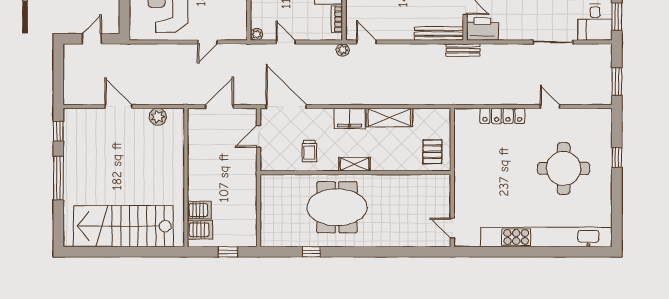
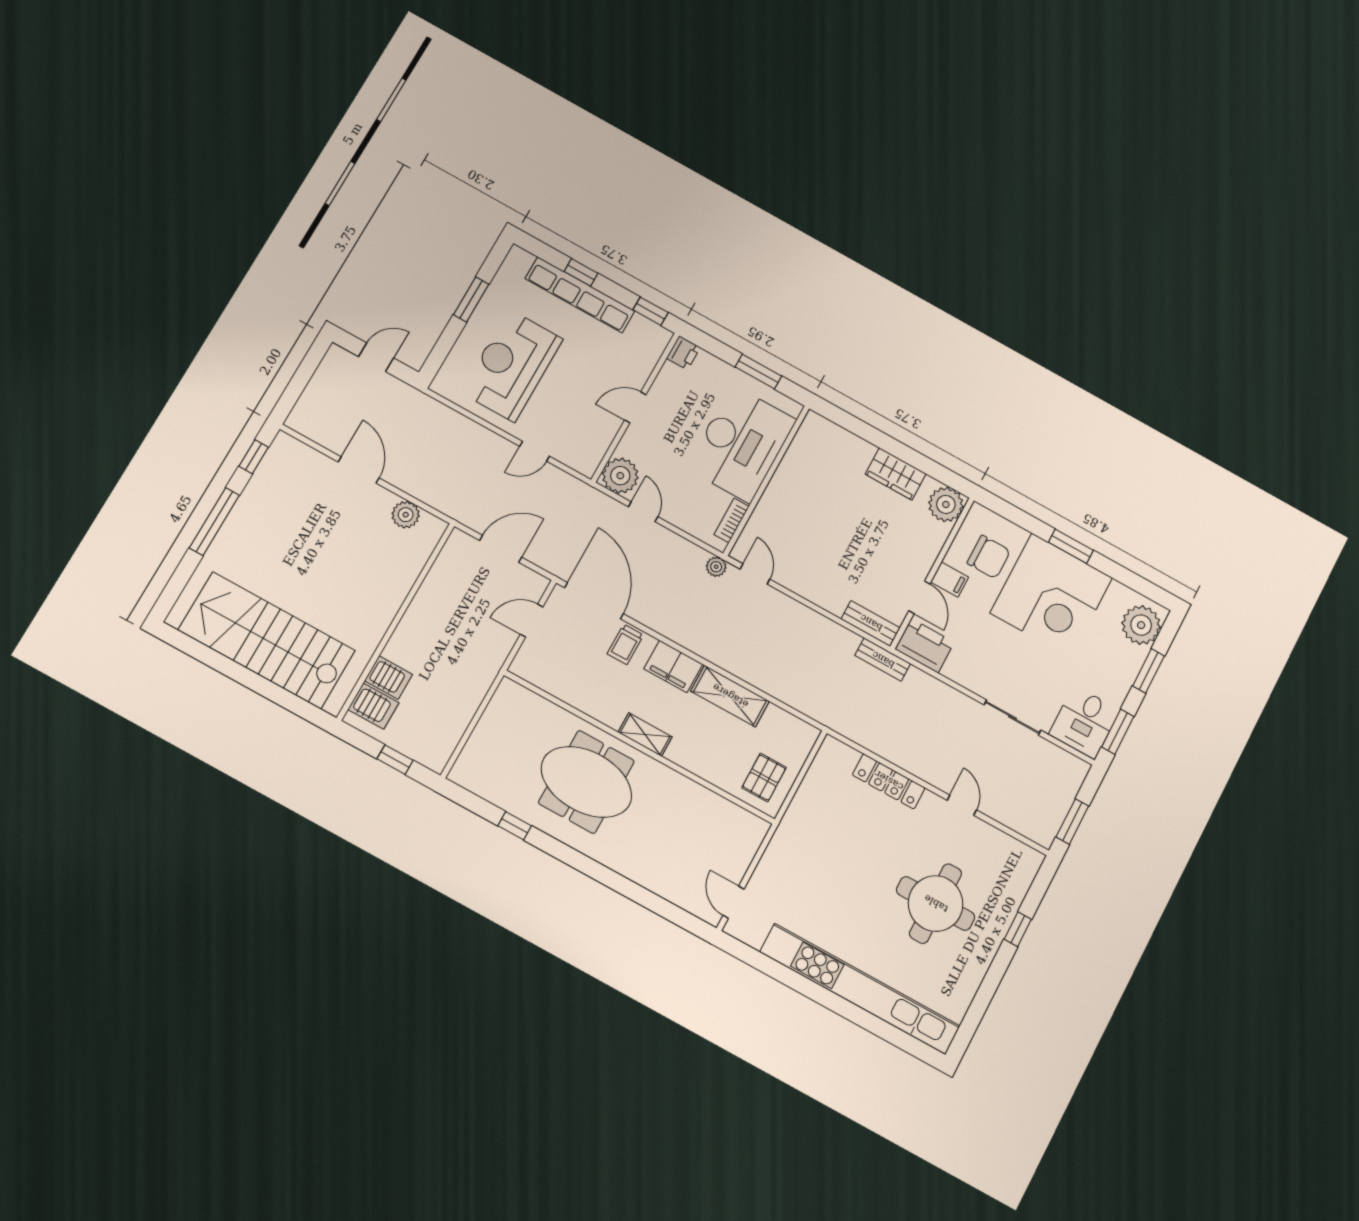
plant: (257, 34) -> (620, 476), width x1.88, depth x1.88
bench: (439, 34) -> (871, 623), width x0.73
trolley: (309, 151) -> (625, 644), moved

